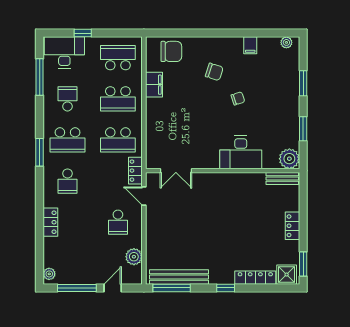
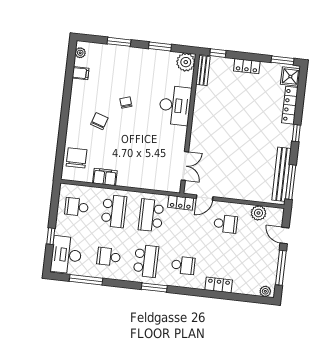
filing cabinet: (250, 45) -> (80, 73), moved
school desk: (118, 58) -> (77, 207), width x0.54
school desk: (118, 140) -> (151, 215), turned 180
window: (303, 193) -> (218, 53), added

